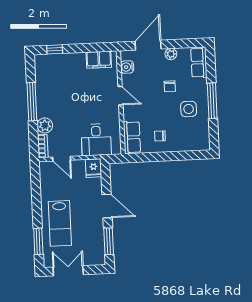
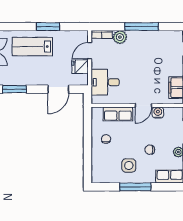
water cooler: (127, 67) -> (158, 113), moved
row of seats: (132, 137) -> (118, 114), moved
fridge: (93, 168) -> (80, 67), moved
door: (107, 206) -> (58, 89), moved
window: (38, 241) -> (48, 27), moved

